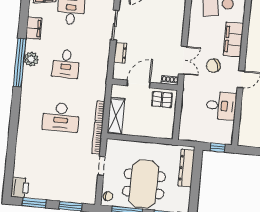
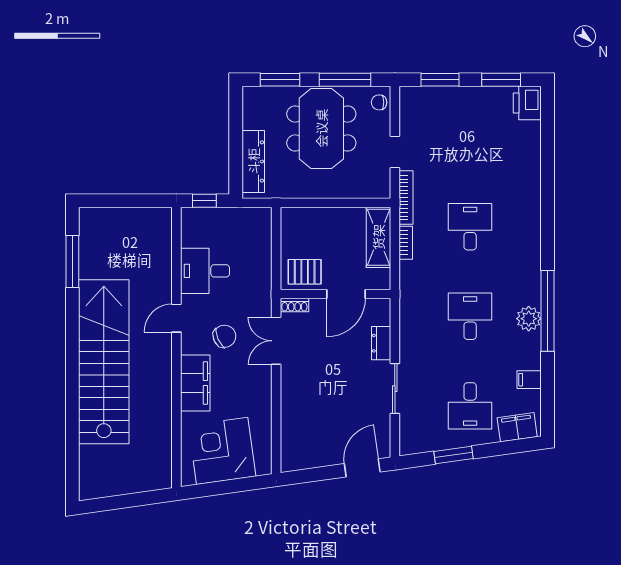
filing cabinet: (34, 28) -> (529, 380), width x0.50
desk: (61, 117) -> (470, 227), width x0.73

